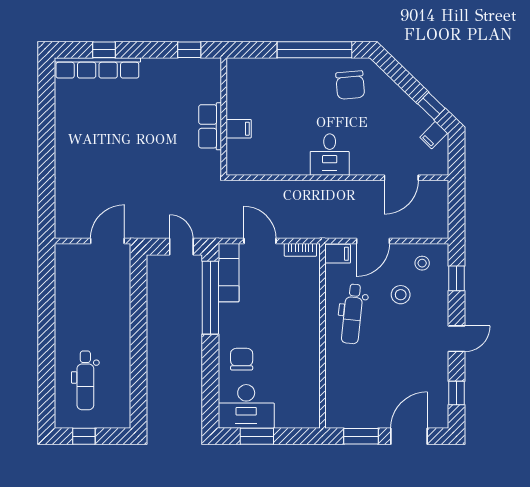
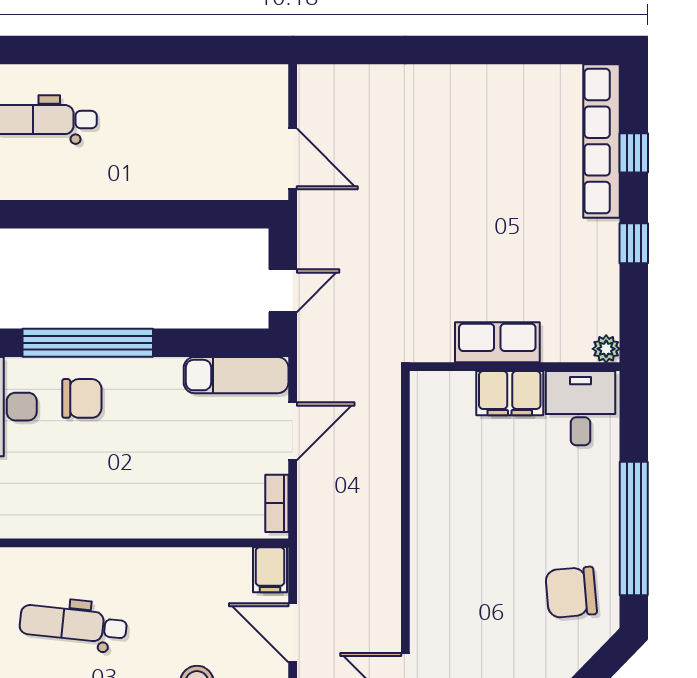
window: (189, 50) -> (634, 243), moved
plant: (214, 65) -> (606, 349), added
filing cabinet: (239, 129) -> (510, 393), width x2.00
desk: (330, 155) -> (580, 408), moved, turned 90
window: (210, 298) -> (88, 343), moved
dental chair: (352, 314) -> (73, 624), moved

